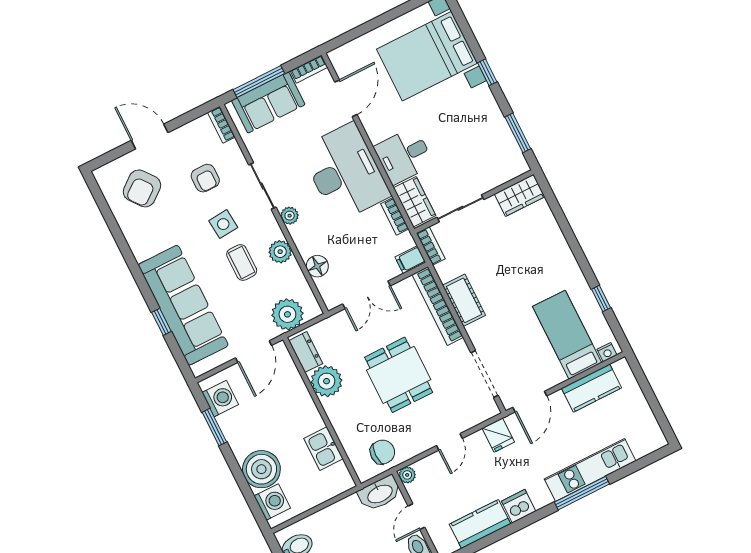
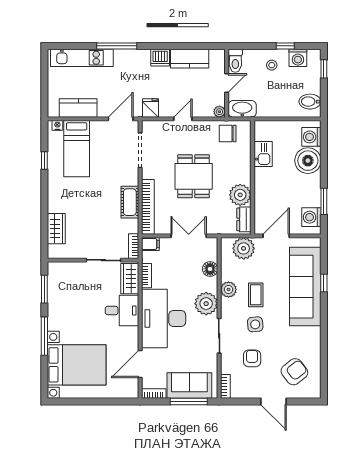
window: (487, 72) -> (44, 336), width x2.17
wardrobe: (520, 195) -> (56, 229), moved, turned 90
plant: (290, 216) -> (206, 304), width x1.87, depth x1.87
kitchen unit: (590, 470) -> (82, 58), moved

